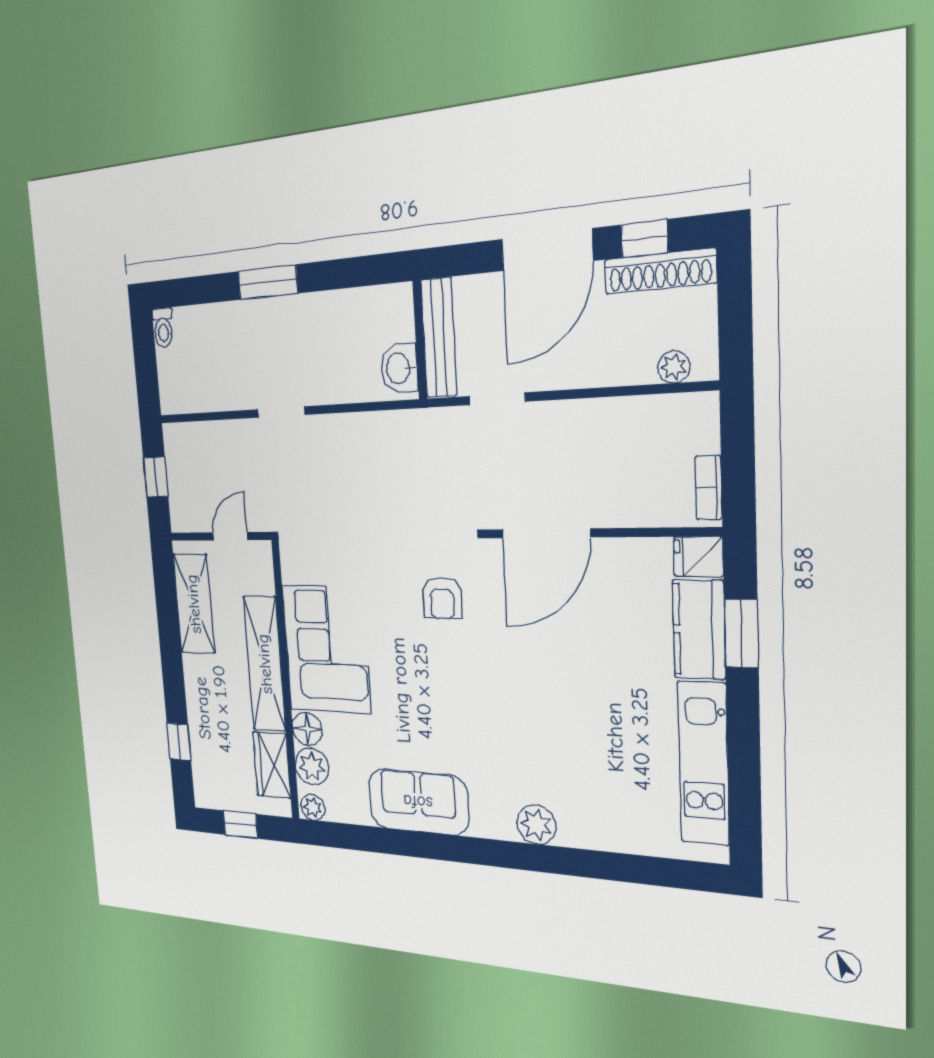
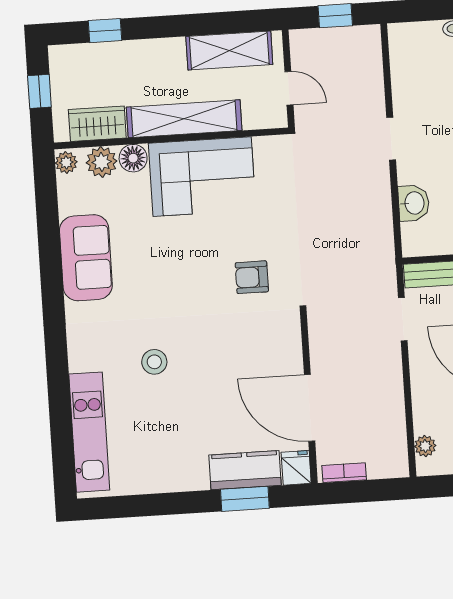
washbasin: (399, 368) -> (414, 203), moved, turned 90
door: (546, 533) -> (310, 408), moved
stool: (546, 735) -> (154, 362), added
kitchen unit: (703, 763) -> (89, 432), moved, turned 90
plant: (536, 825) -> (83, 355), removed

